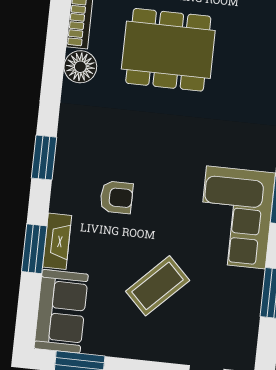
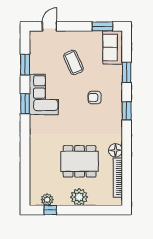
fireplace: (57, 241) -> (117, 77), removed
coffee table: (158, 286) -> (73, 62), turned -69

